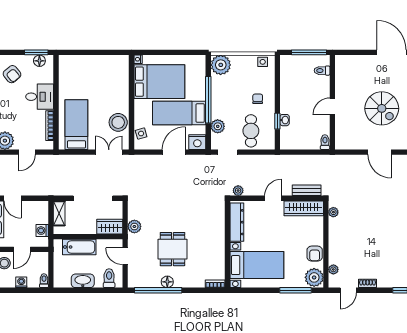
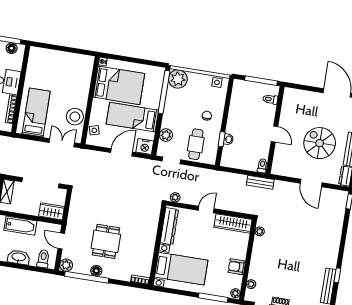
window: (208, 100) -> (164, 92), moved
door: (332, 106) -> (274, 134), swing flipped
spiral stairs: (382, 108) -> (320, 143), turned 180
bench: (307, 190) -> (260, 182), moved
plant: (134, 226) -> (66, 265), moved
armchair: (315, 254) -> (236, 267), turned 90
plant: (314, 277) -> (235, 293), width x0.53, depth x0.53

